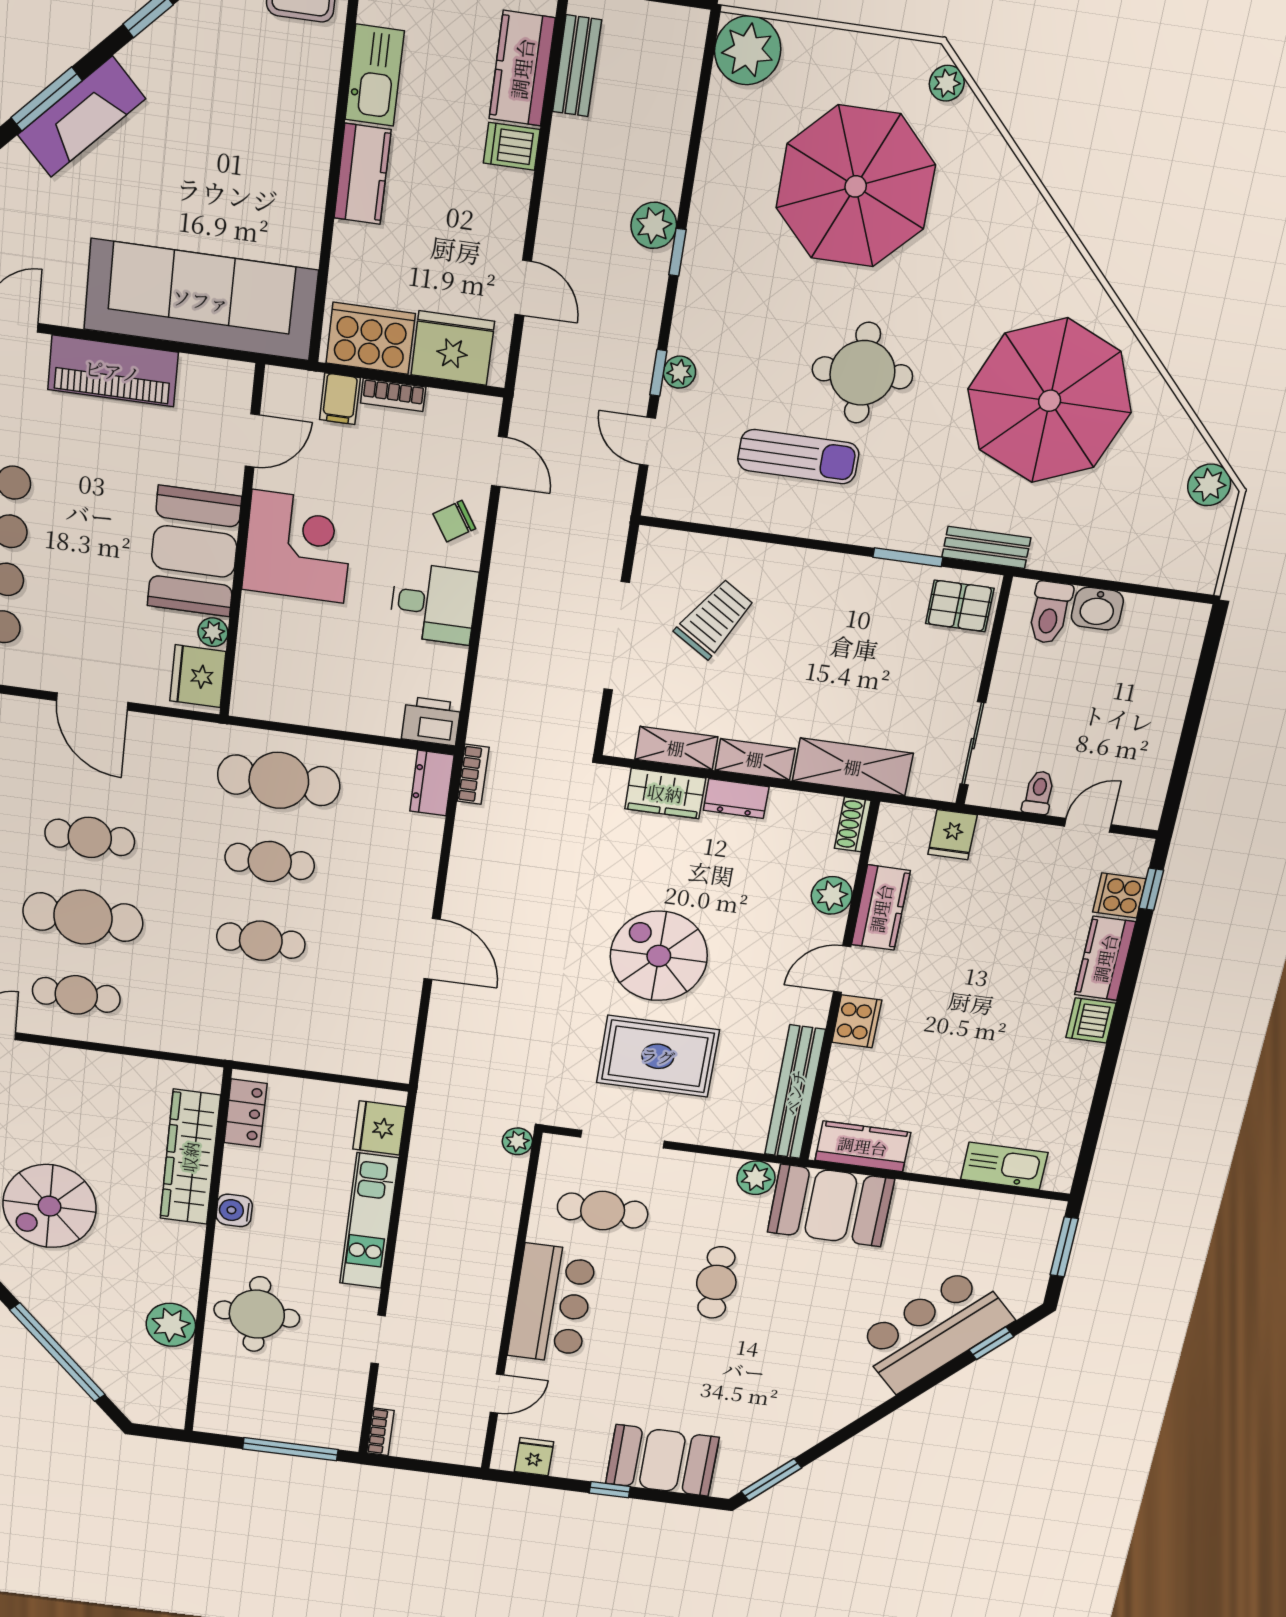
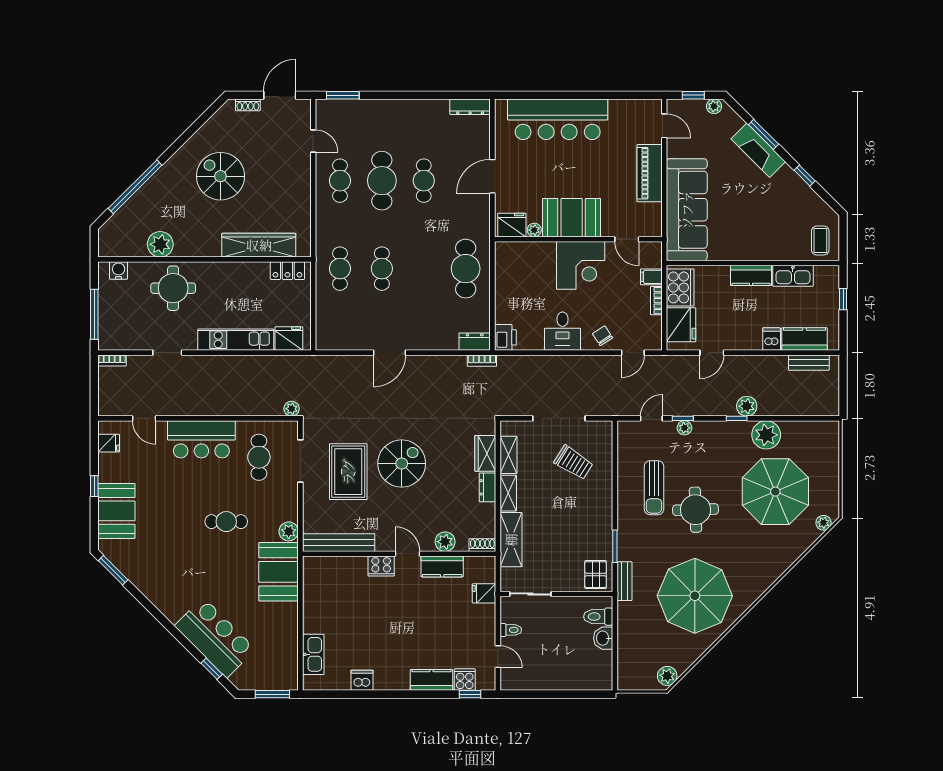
plant: (748, 50) -> (766, 435), moved
cafe table: (270, 861) -> (340, 269), moved
dishwasher: (1091, 1020) -> (362, 680), moved
kitchen counter: (863, 1146) -> (314, 582), removed
water cooler: (234, 1210) -> (119, 270), moved

